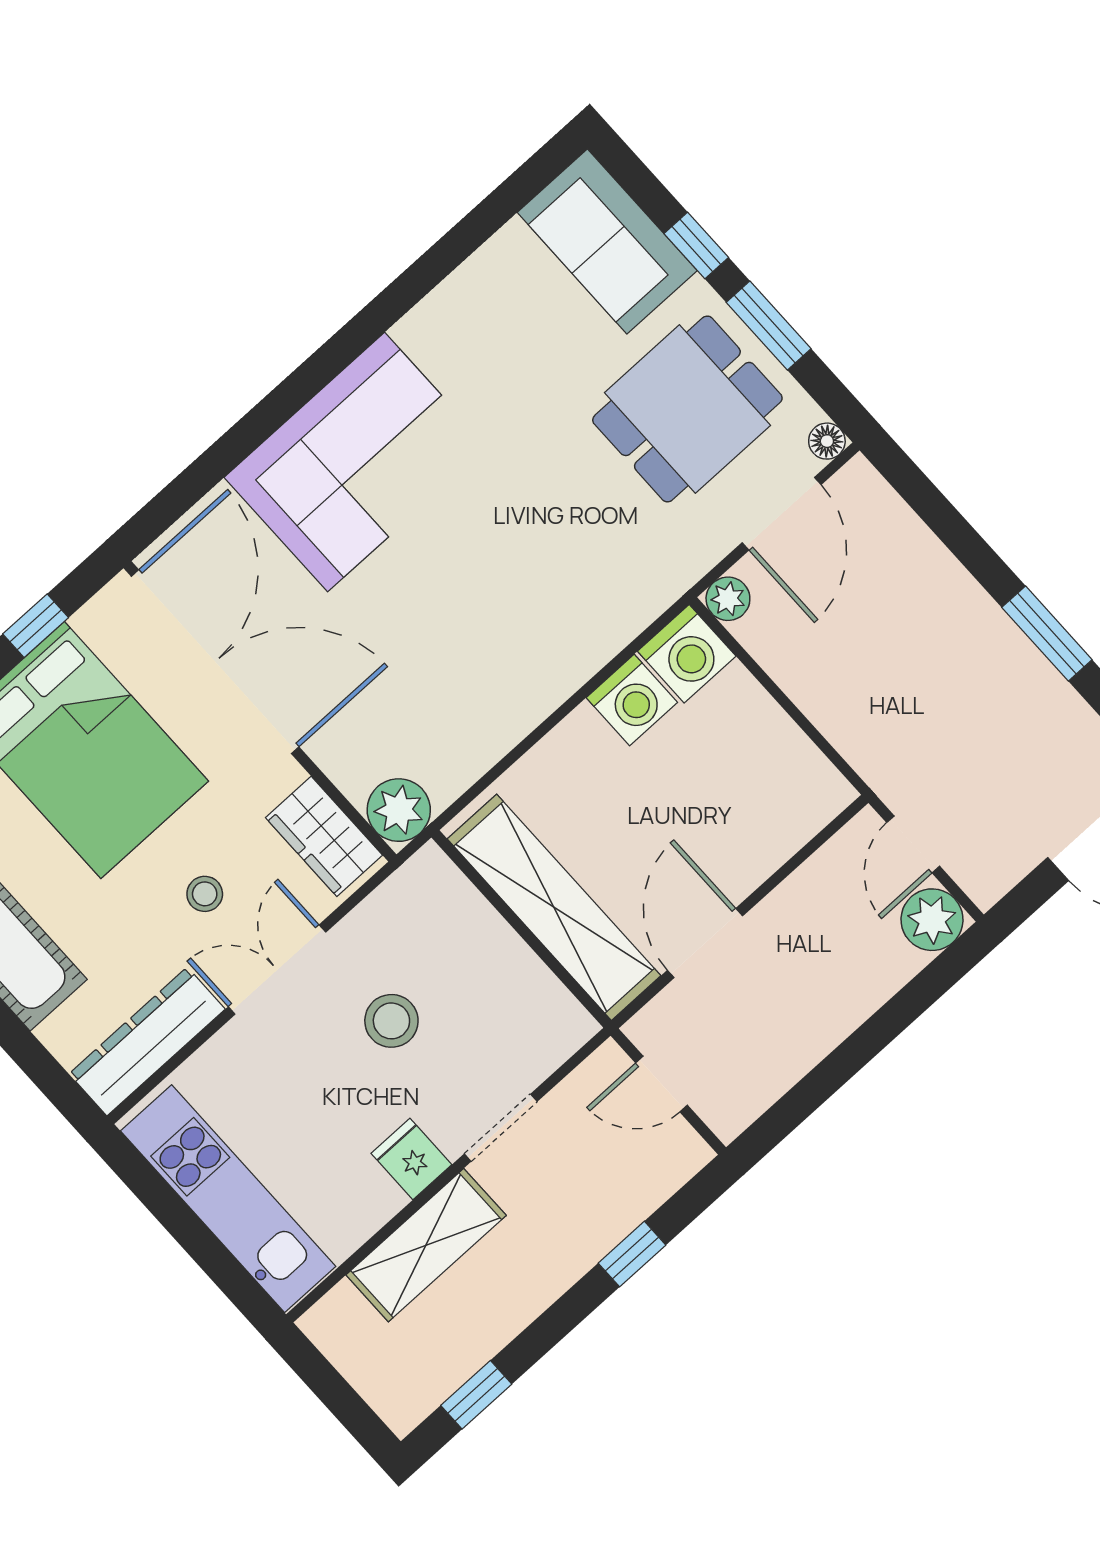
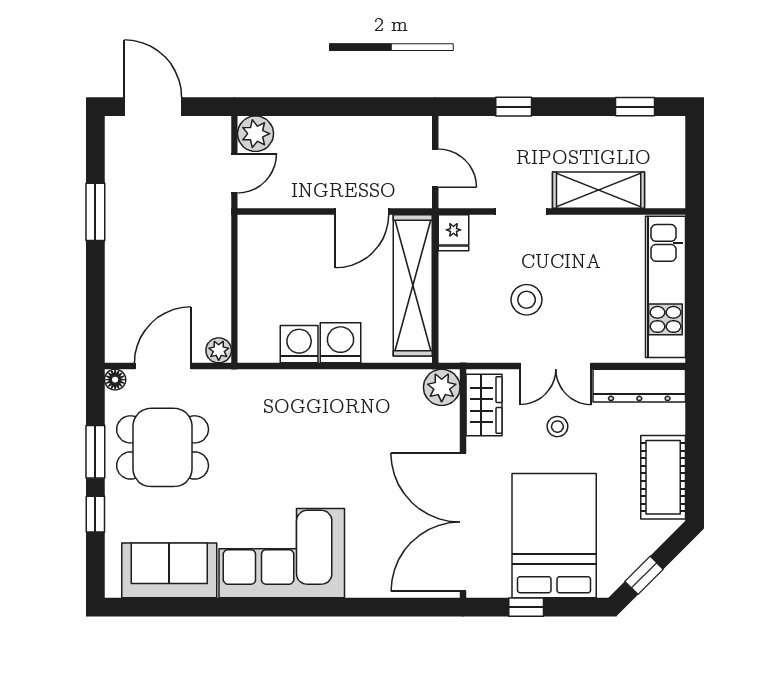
sofa: (607, 242) -> (169, 570), moved, turned -90
corner sofa: (356, 462) -> (282, 553), moved
washing machine: (687, 654) -> (340, 343), moved
fridge: (411, 1159) -> (453, 233), moved

